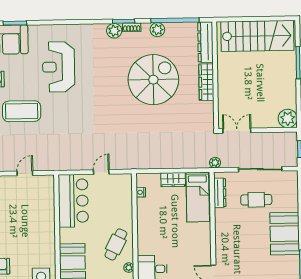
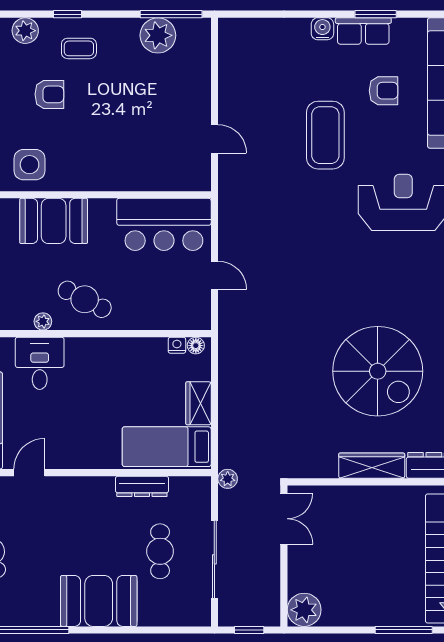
floor lamp: (141, 182) -> (196, 346), added
dresser: (220, 193) -> (142, 486), moved

